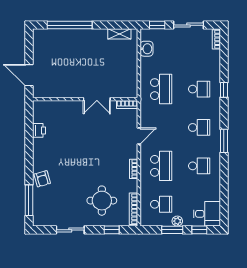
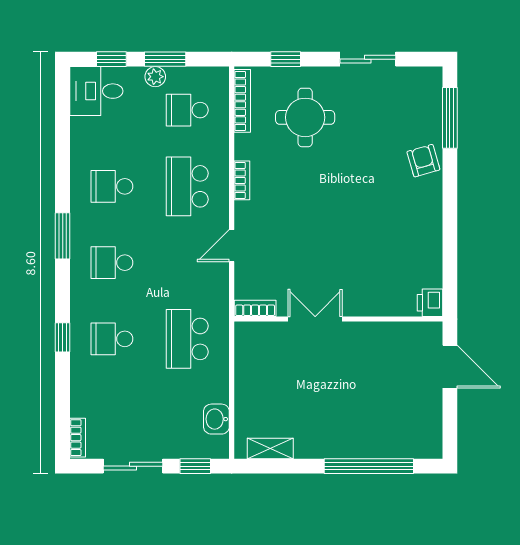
printer: (39, 130) -> (430, 303), moved

